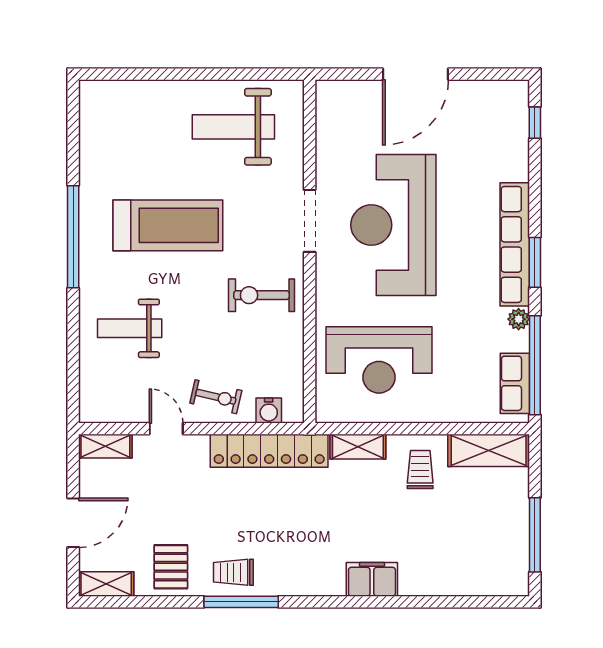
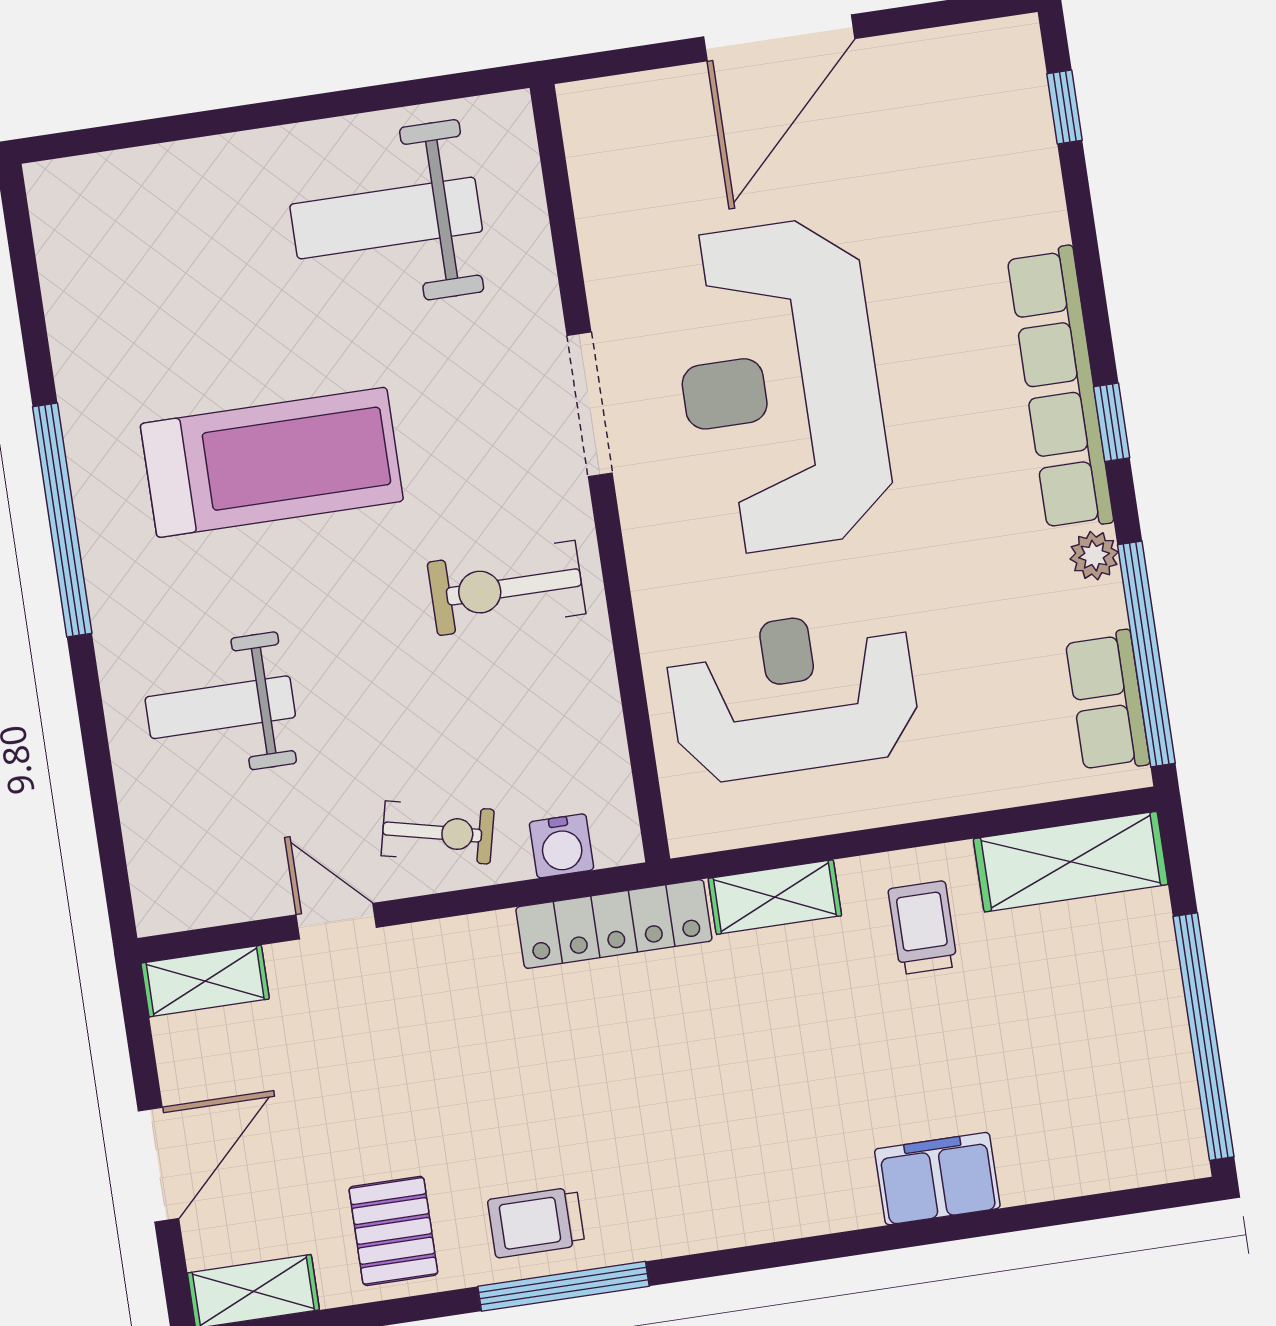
window: (535, 262) -> (1112, 422), width x0.67
reception desk: (379, 360) -> (793, 695), turned 180
locker: (269, 451) -> (614, 924), width x0.71, depth x0.83
window: (535, 535) -> (1203, 1037), width x1.46
filing cabinet: (372, 579) -> (937, 1179), moved

